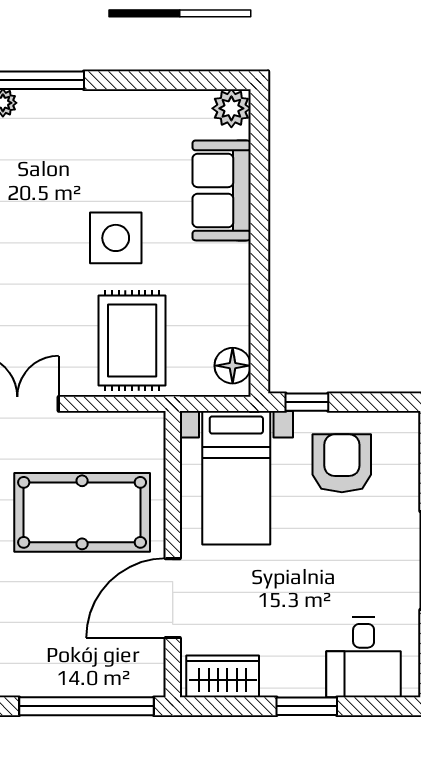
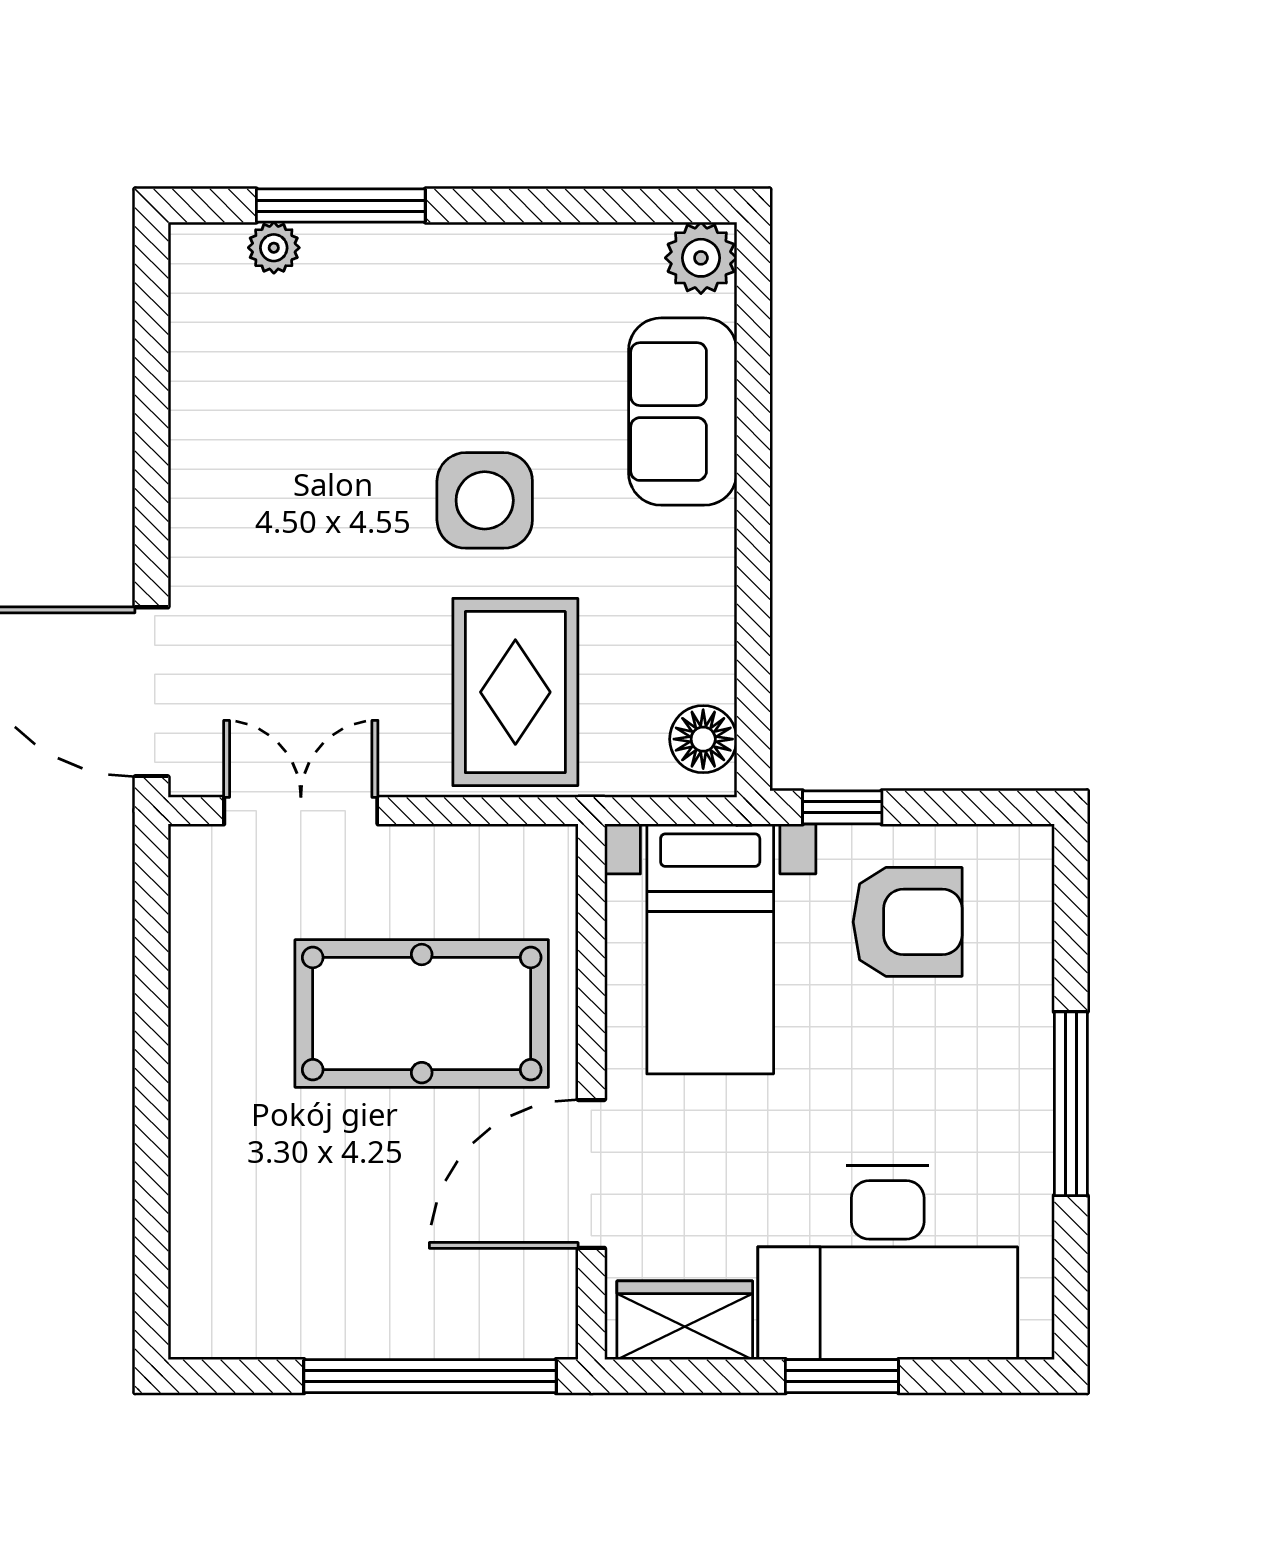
armchair: (342, 463) -> (908, 922), turned 90
desk: (364, 657) -> (888, 1262), width x1.87, depth x1.30

